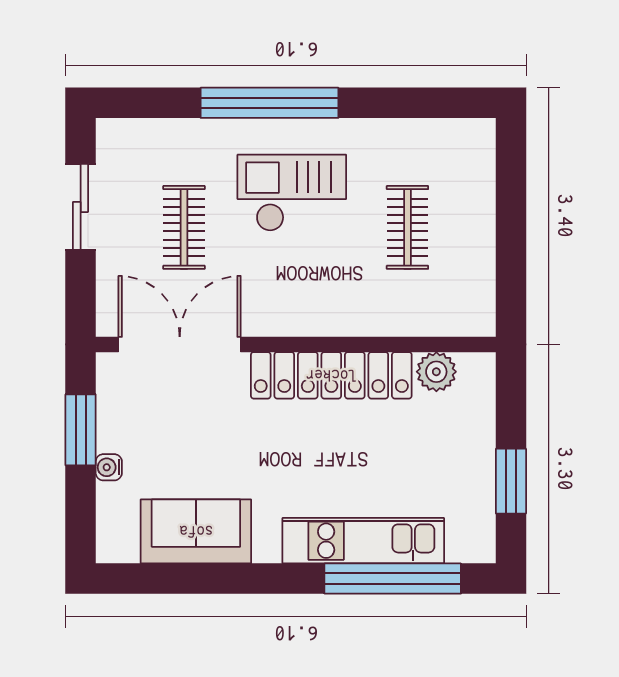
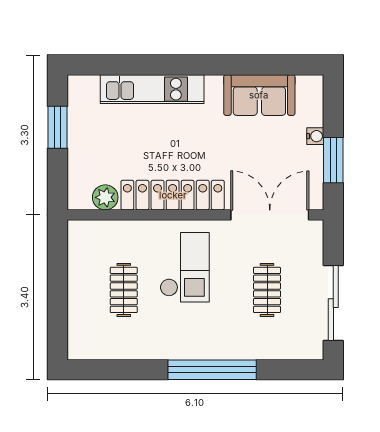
checkout: (292, 193) -> (185, 267), moved, turned -90
sliding door: (81, 207) -> (333, 303), width x1.37
double door: (180, 344) -> (270, 215), swing flipped
window: (393, 579) -> (133, 65), removed

